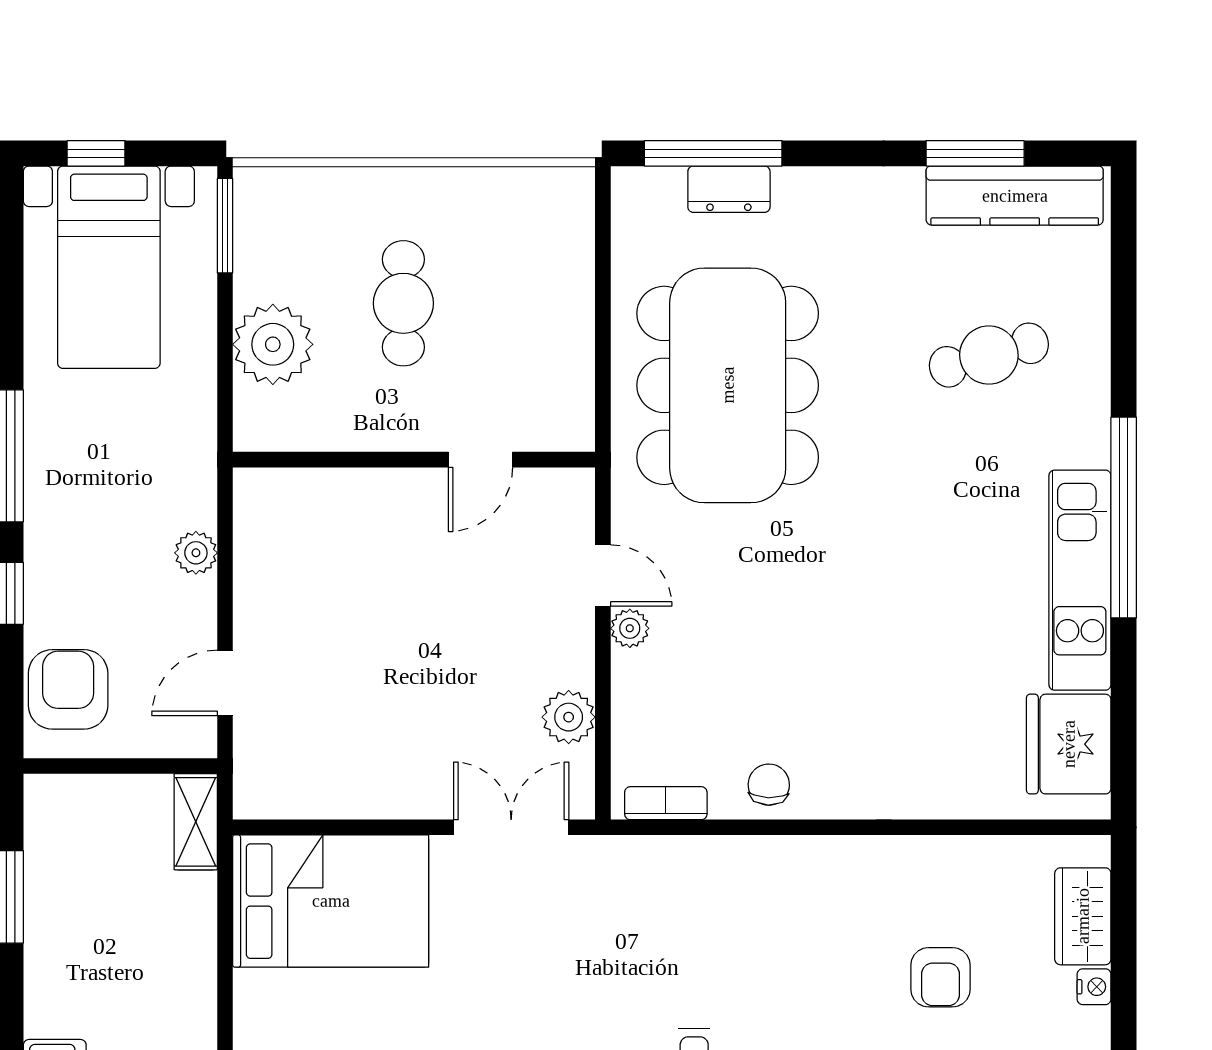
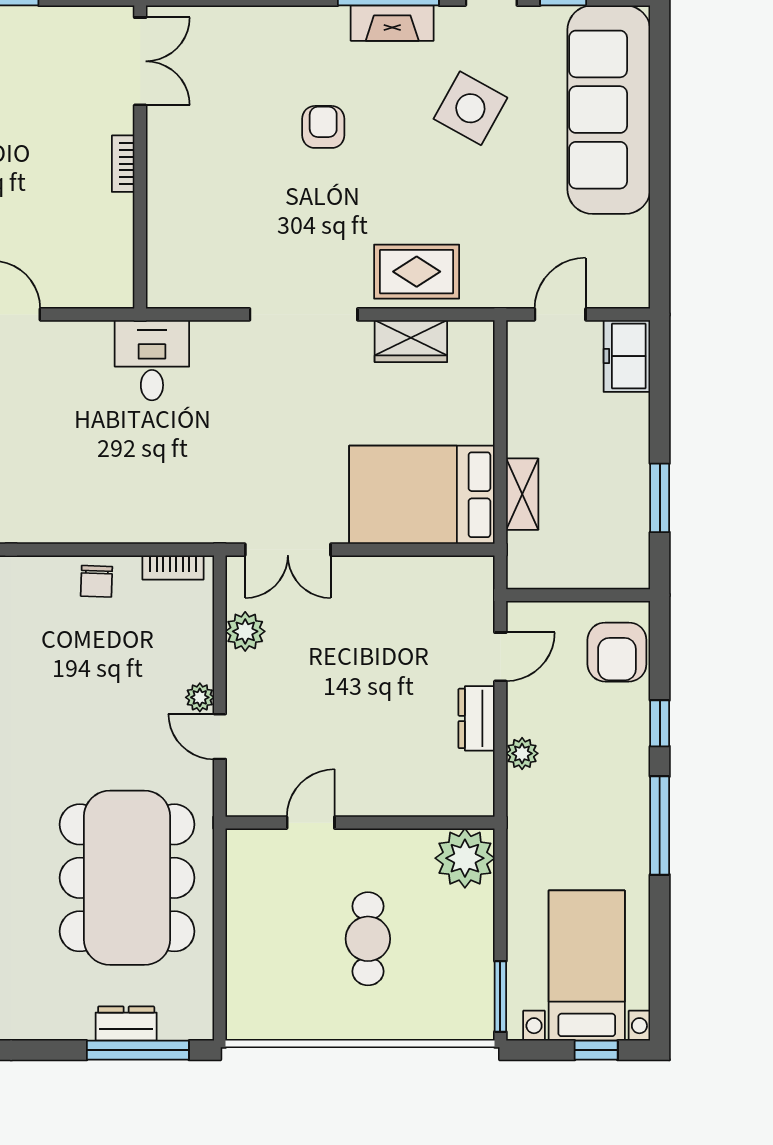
plant: (273, 344) -> (465, 858), moved
dresser: (257, 600) -> (477, 718), added
shelving: (196, 822) -> (522, 494), moved

